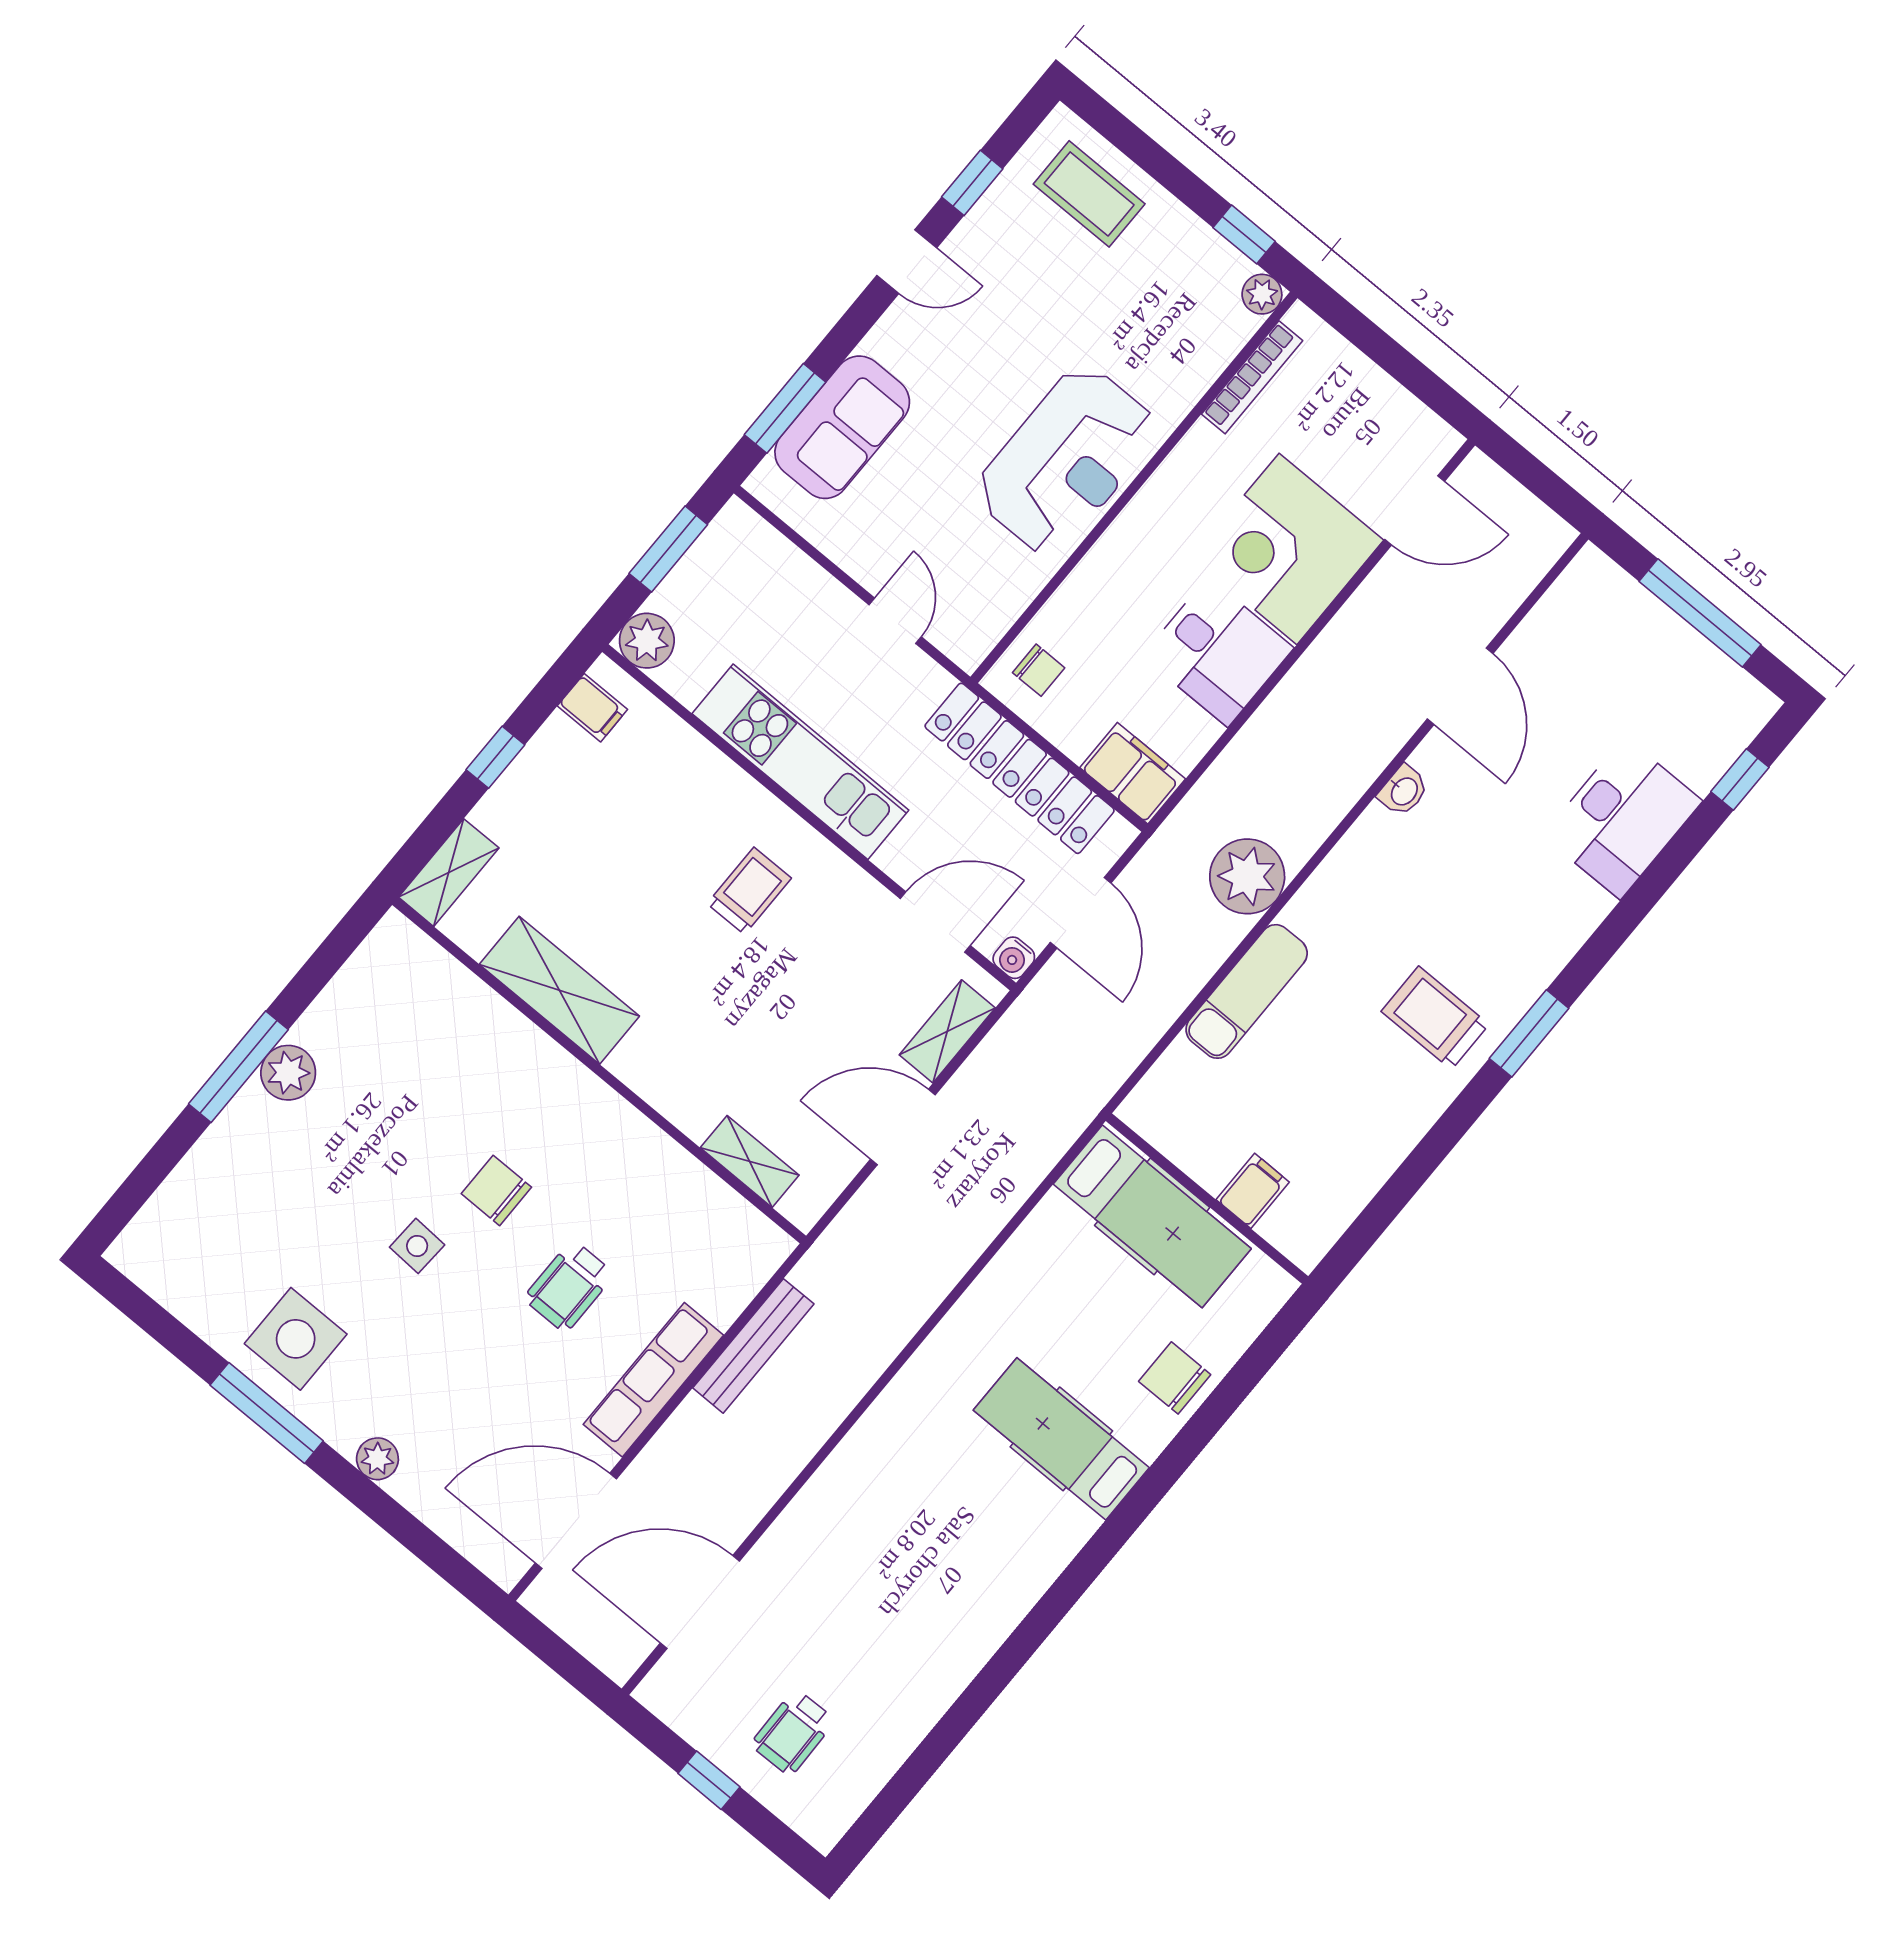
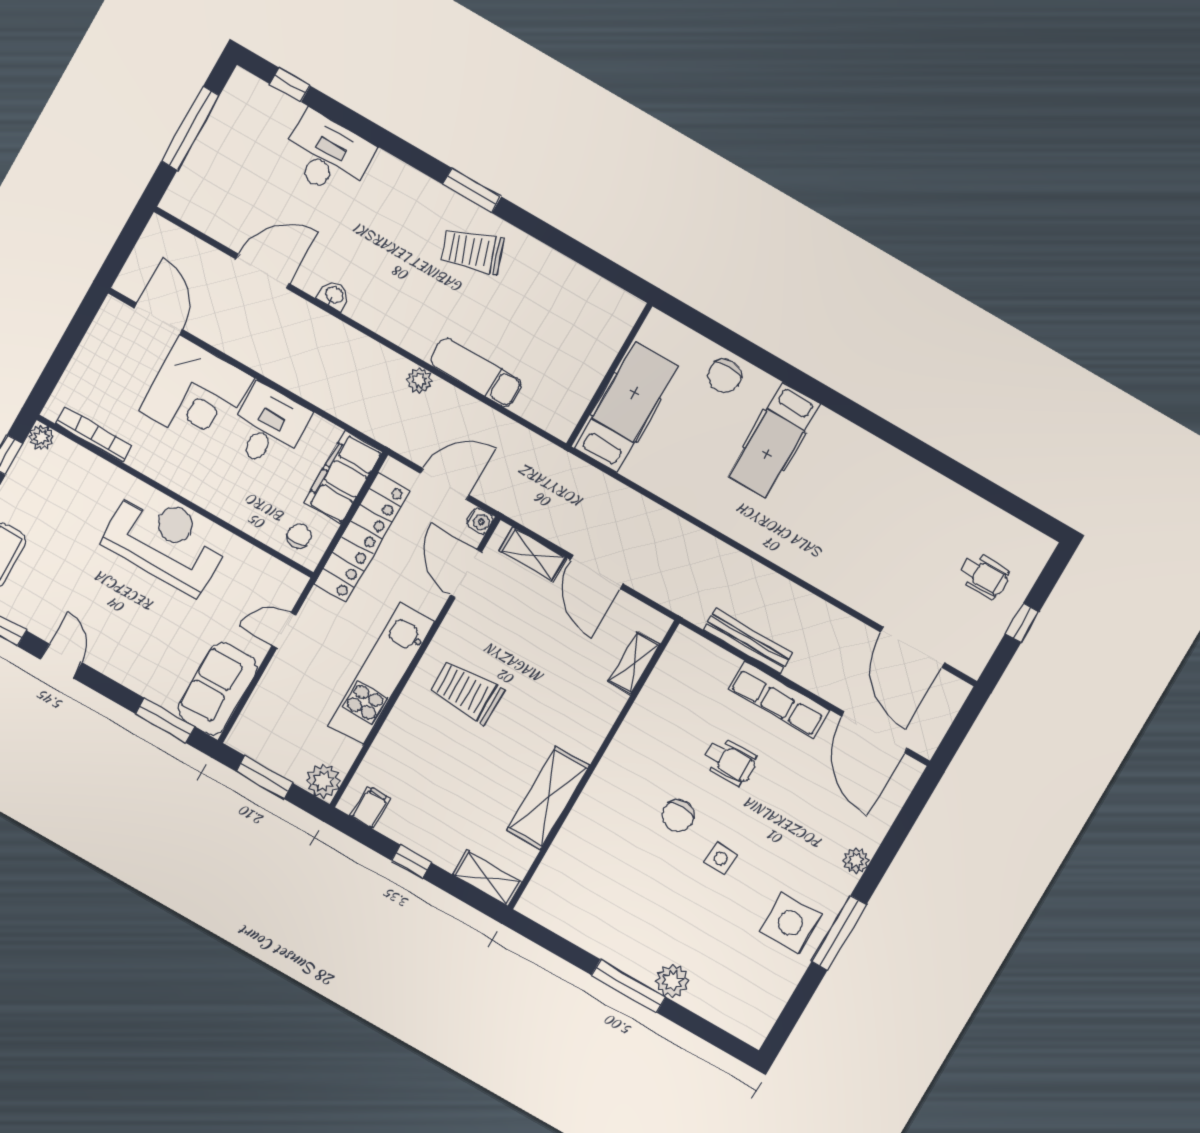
sofa: (842, 427) -> (217, 688), moved, turned -90
filing cabinet: (1133, 773) -> (343, 477), width x1.50, depth x1.17
plant: (1247, 876) -> (419, 380), width x0.53, depth x0.53
trolley: (749, 891) -> (467, 692), width x1.36, depth x1.39
trolley: (1435, 1018) -> (472, 251), turned 71
plant: (288, 1073) -> (672, 981), moved
filing cabinet: (1253, 1191) -> (600, 347), removed

